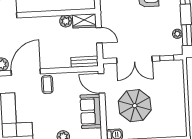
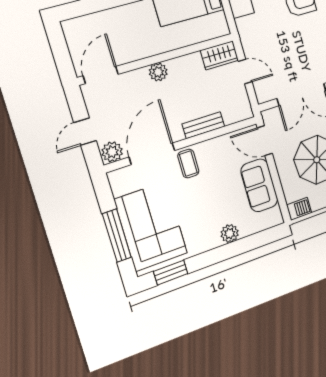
plant: (66, 21) -> (158, 72), moved
bench: (85, 62) -> (203, 125), moved

